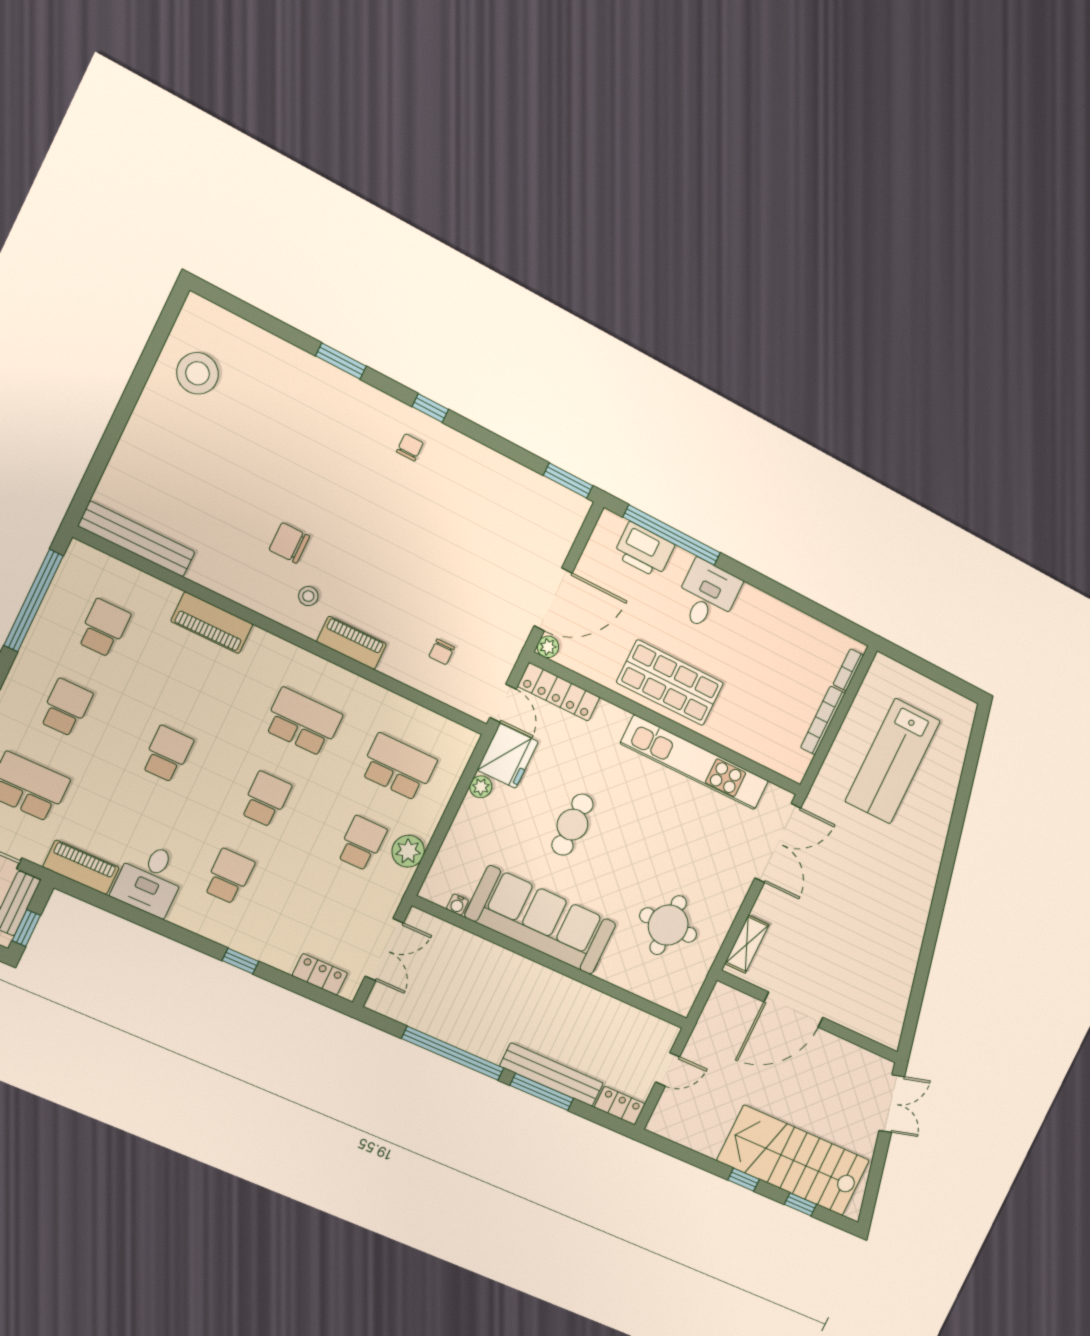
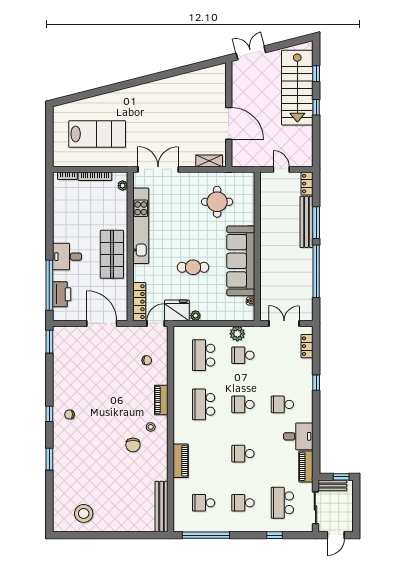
plant: (548, 647) -> (123, 186), moved

